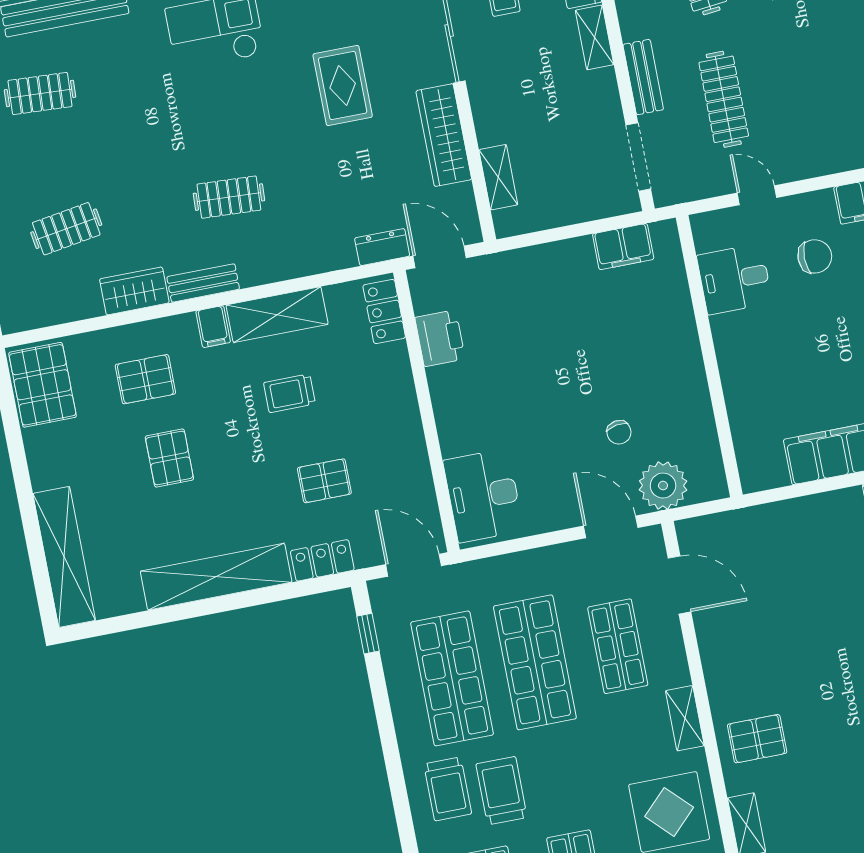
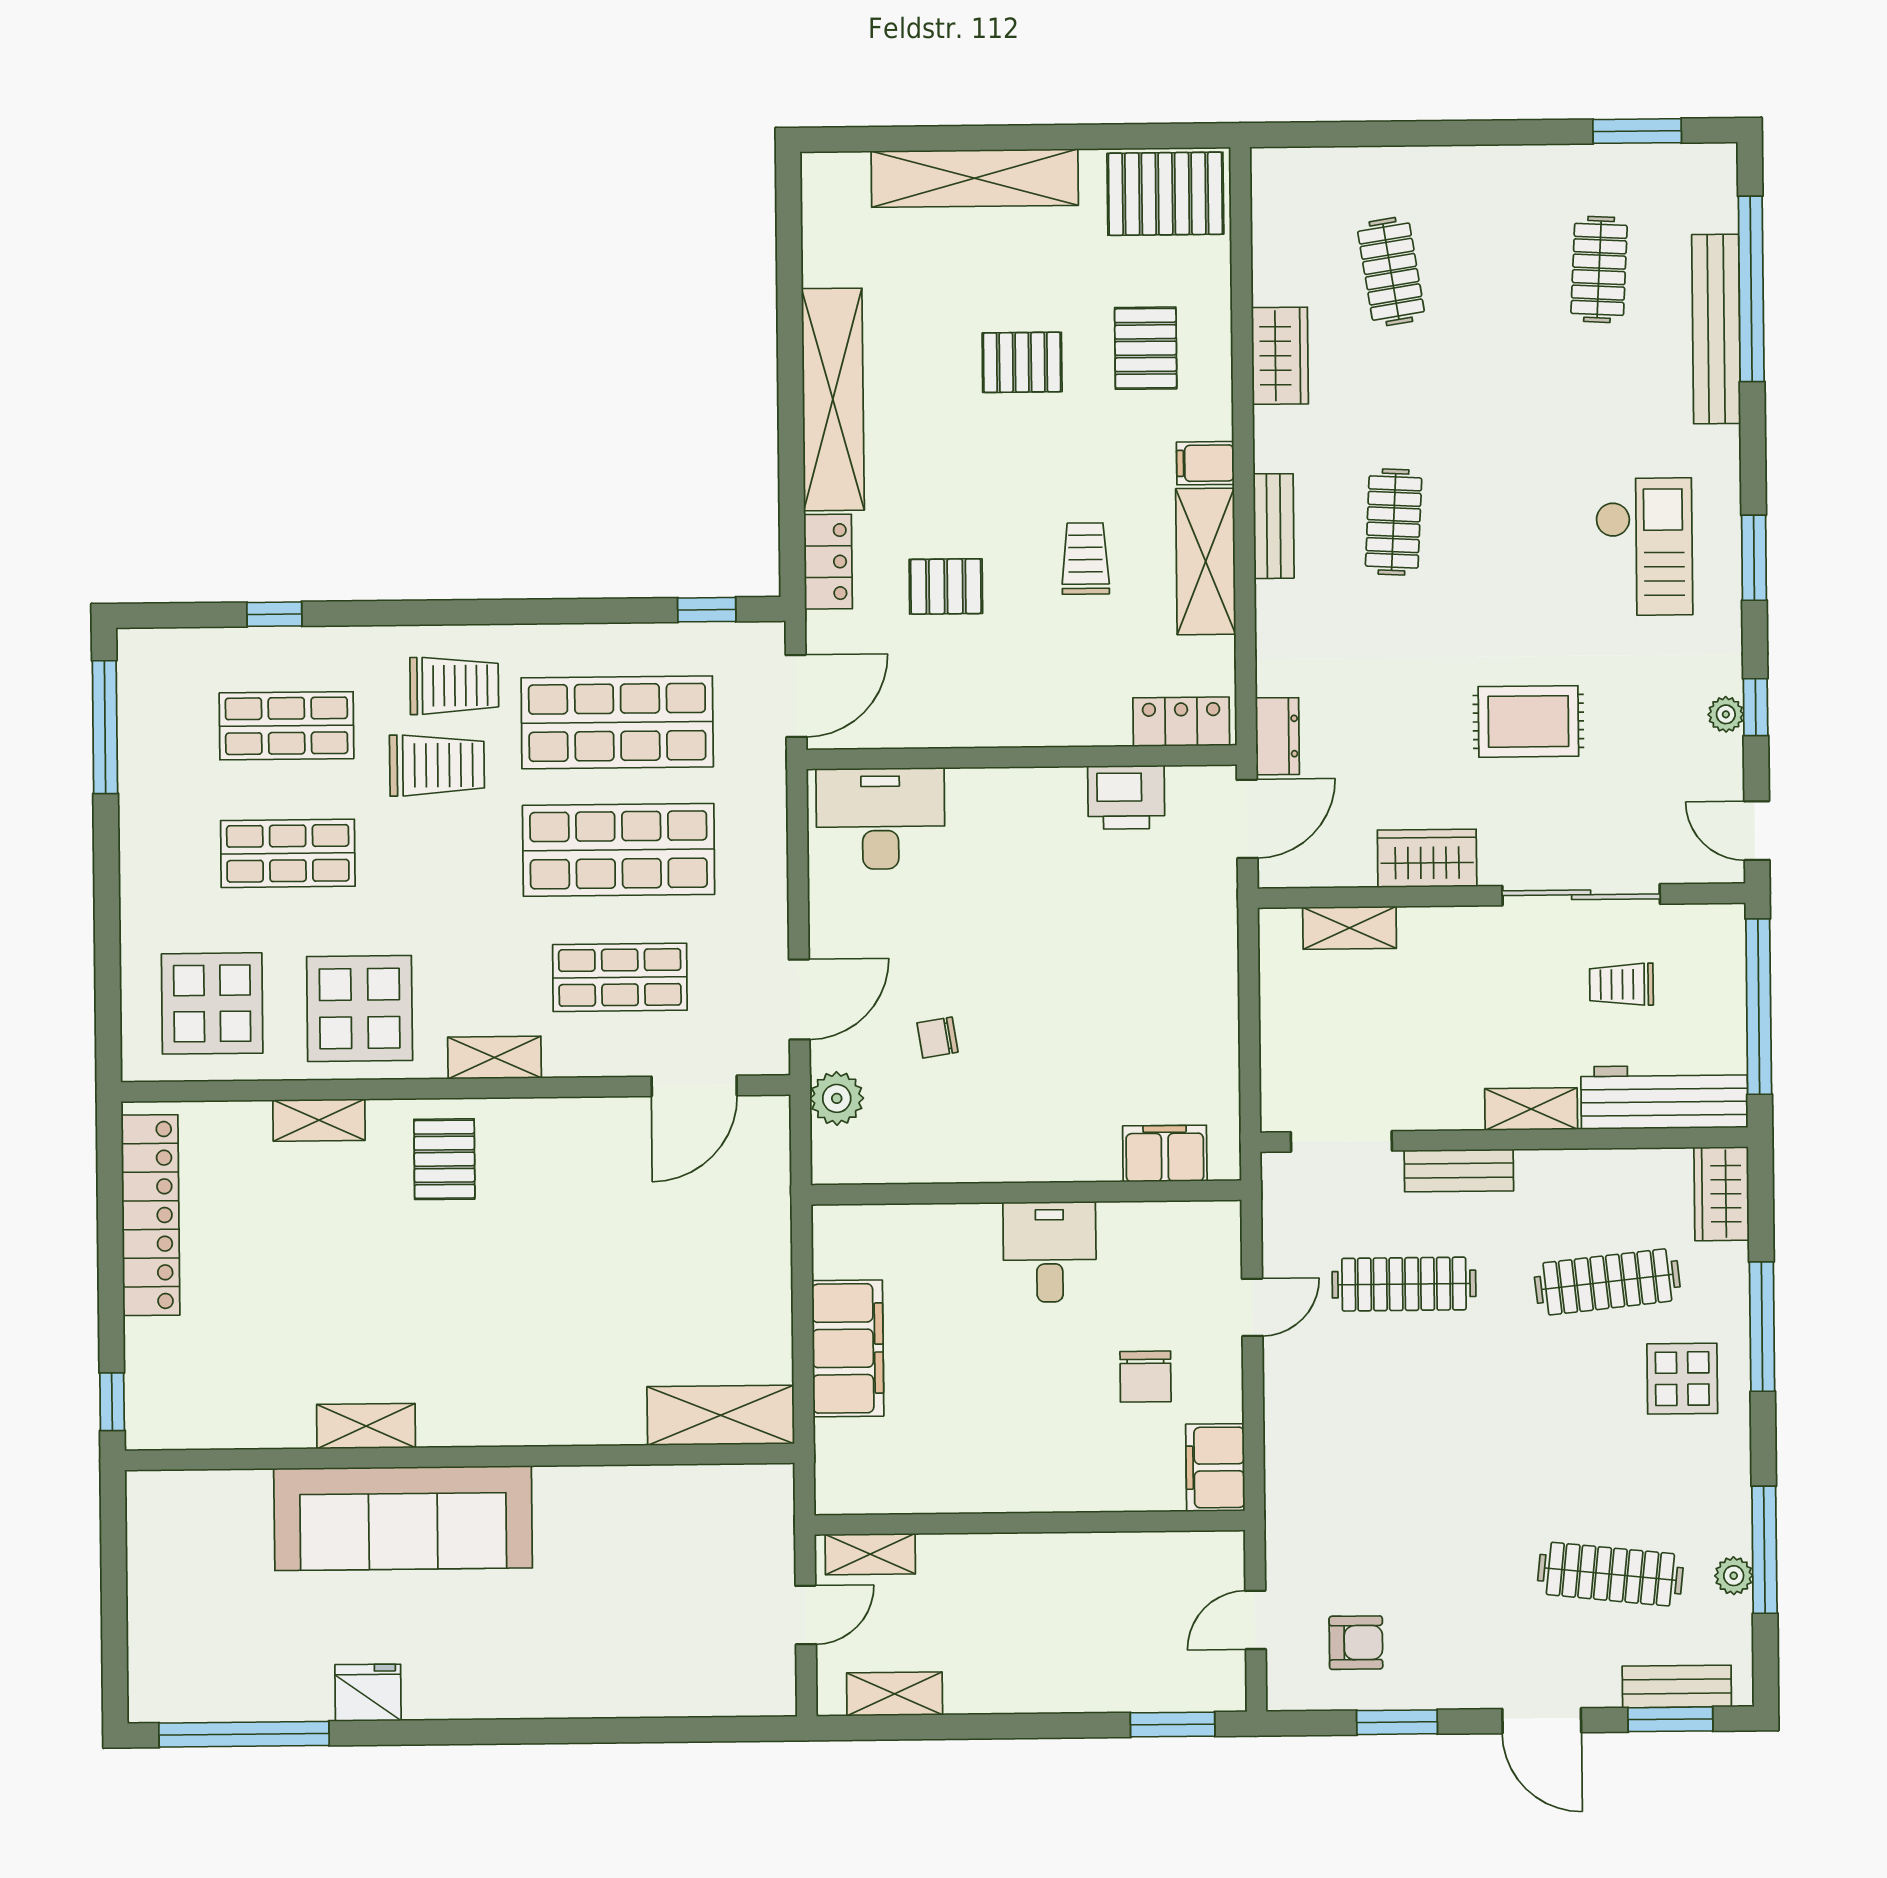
wardrobe: (444, 135) -> (1427, 858), width x0.67
filing cabinet: (623, 247) -> (1165, 1154), moved, turned 90
desk: (734, 279) -> (1050, 1252), moved
bench: (203, 283) -> (1274, 526), moved
pallet: (324, 481) -> (946, 586), turned 90
plant: (663, 486) -> (837, 1098), width x0.73, depth x0.73
shelving: (64, 557) -> (975, 178), moved
trolley: (448, 789) -> (454, 686), turned 180

